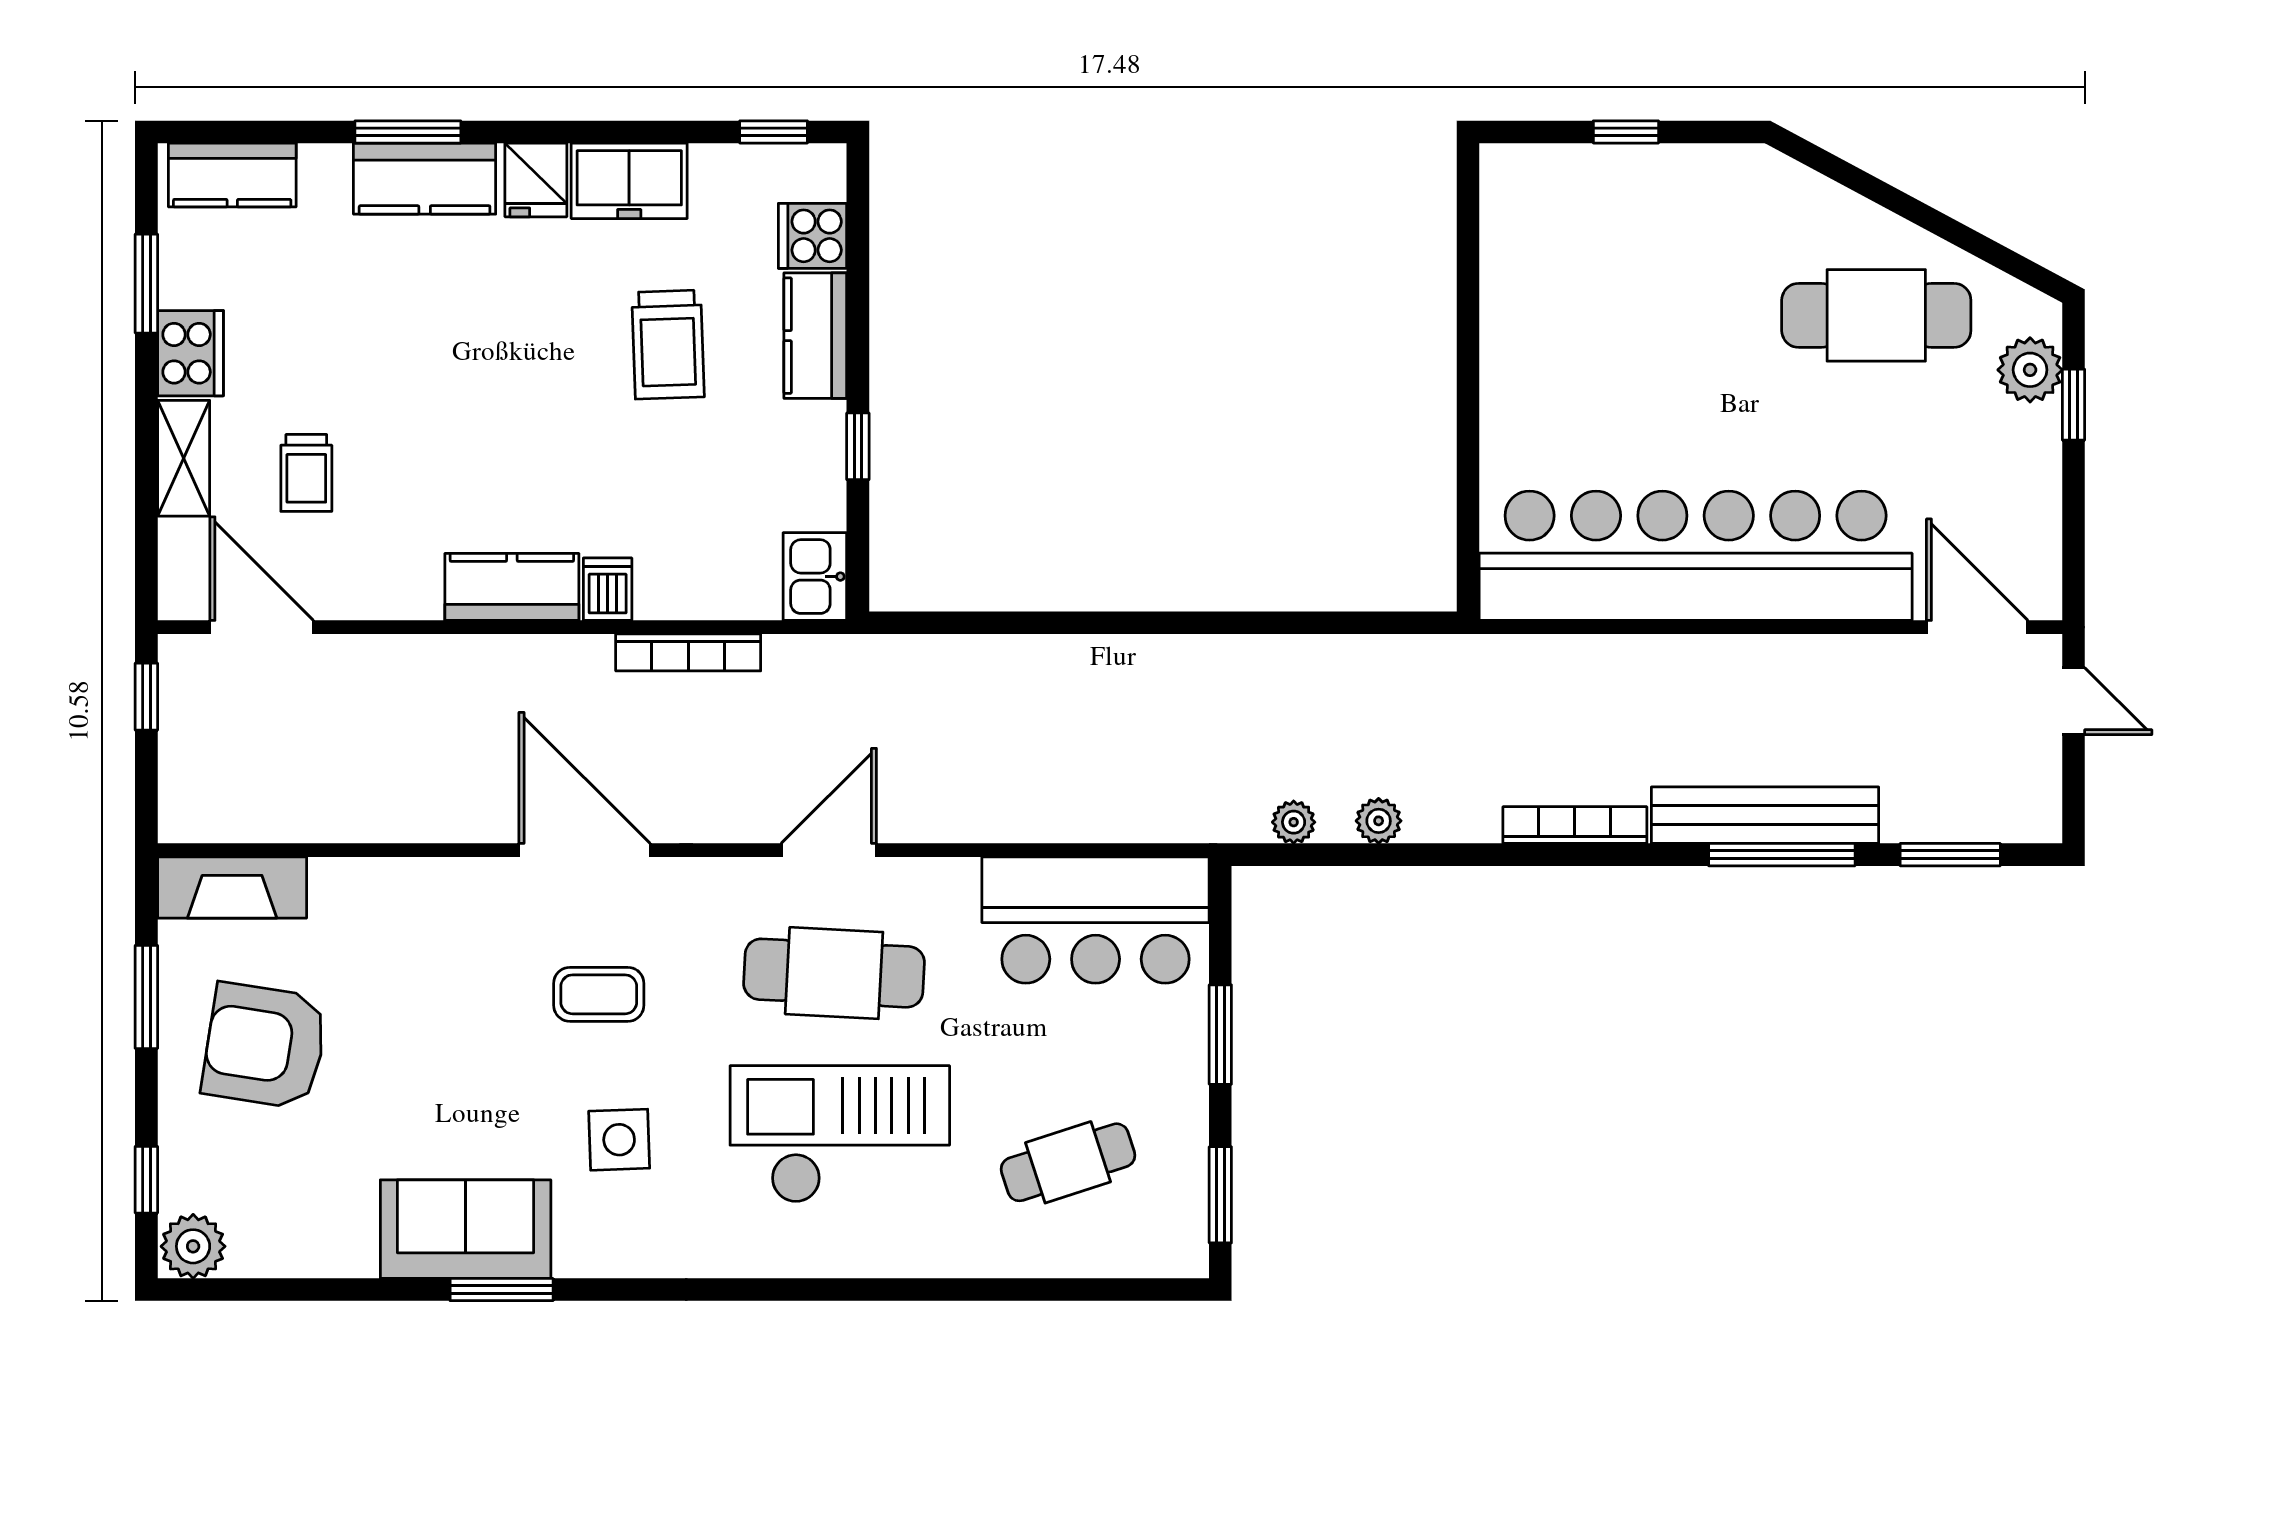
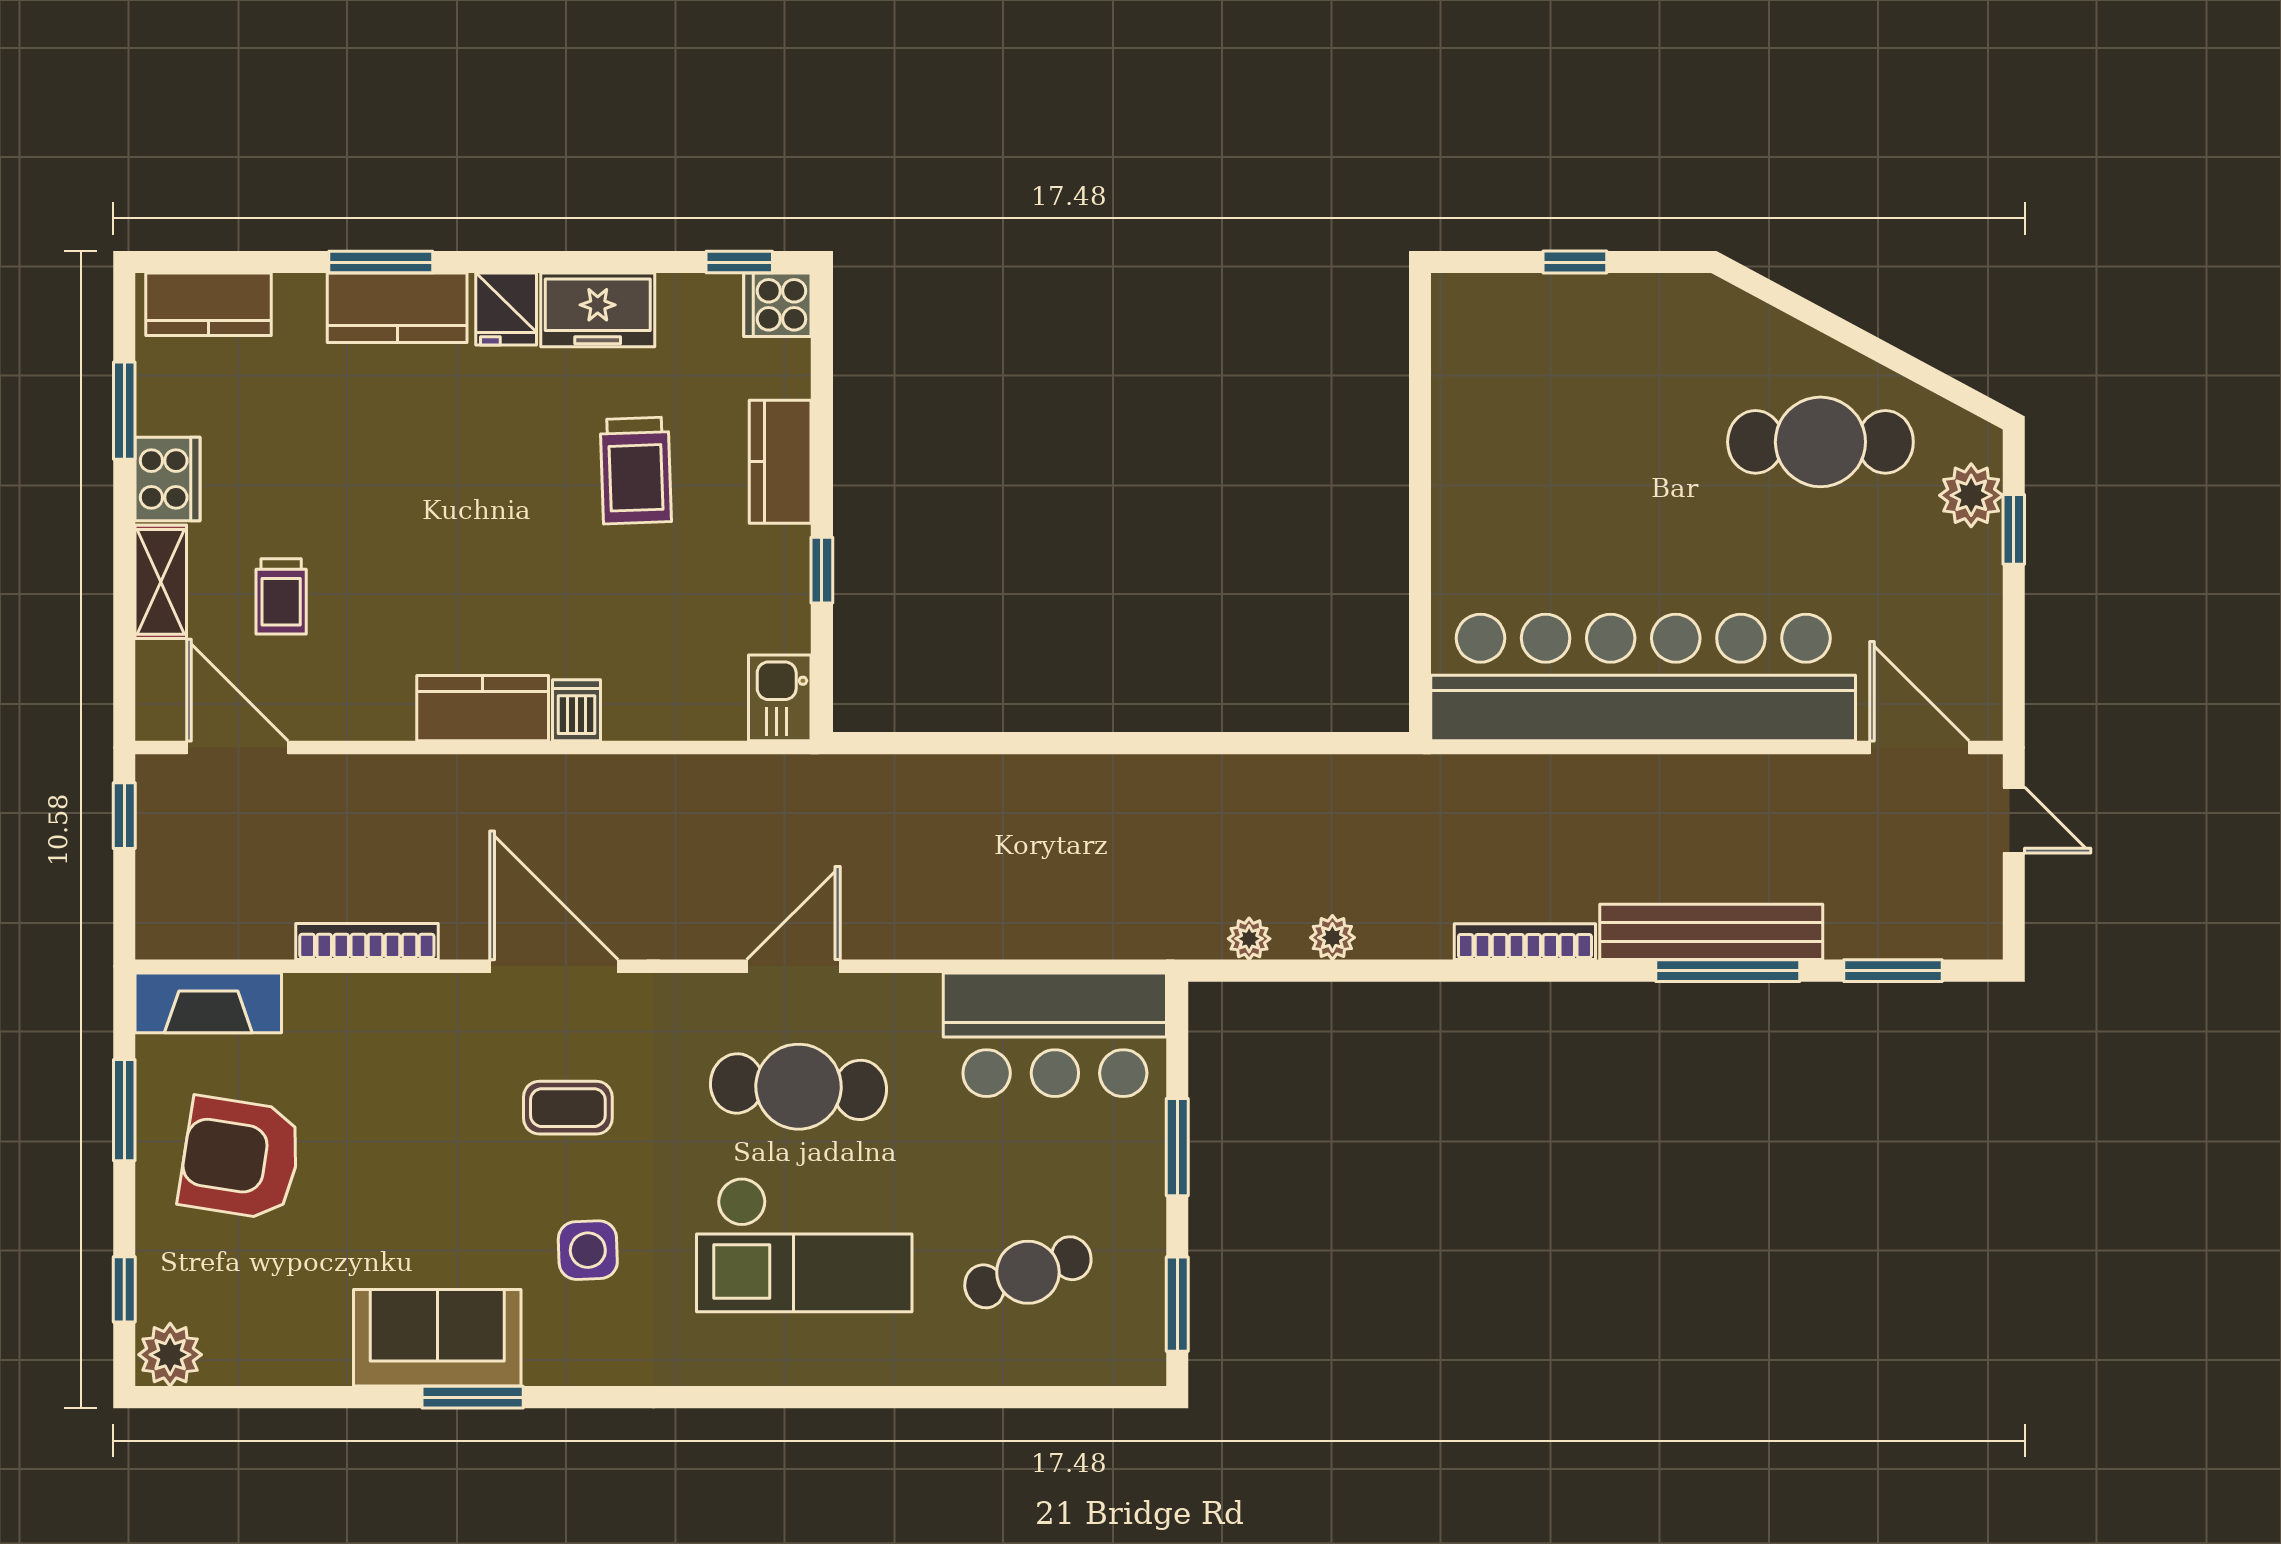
cooker: (813, 236) -> (777, 305), moved
bookcase: (688, 652) -> (367, 941), moved, turned 180
checkout: (840, 1134) -> (804, 1245), turned 180

